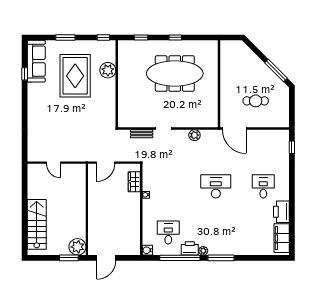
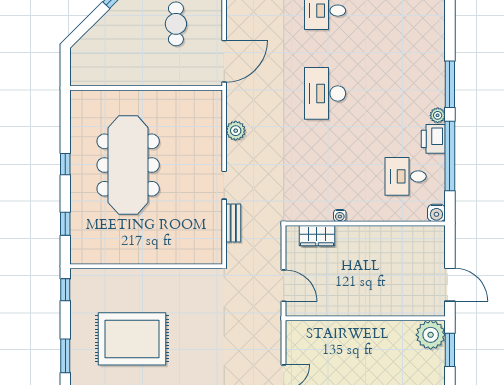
plant: (108, 70) -> (122, 282), removed

